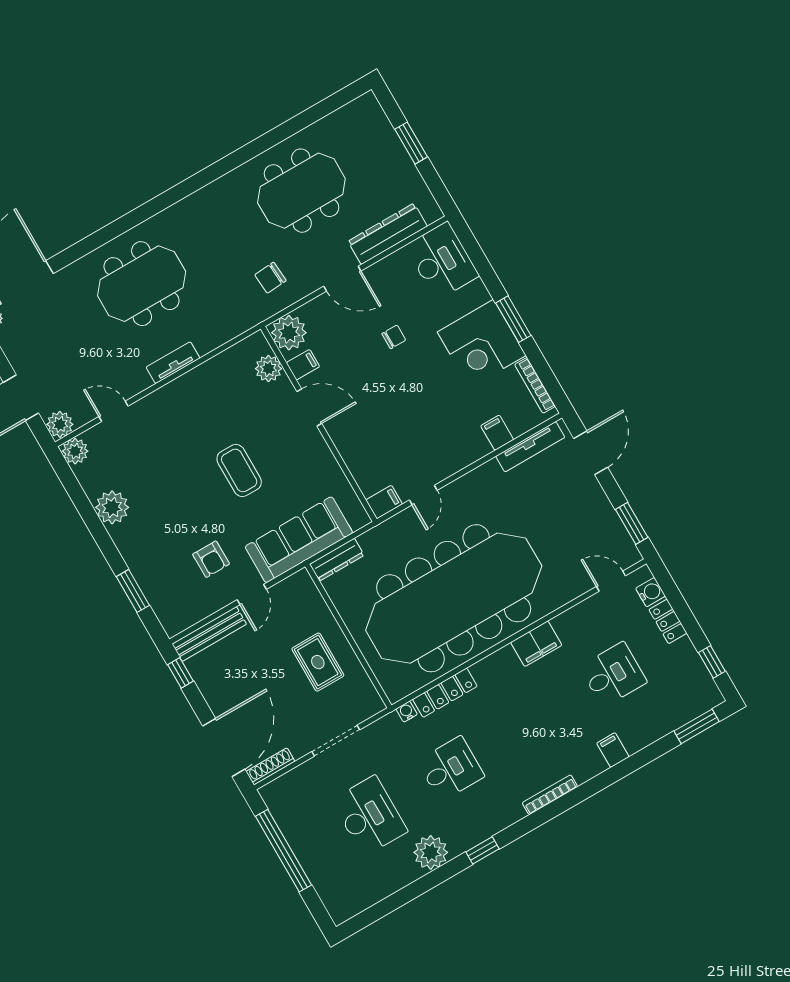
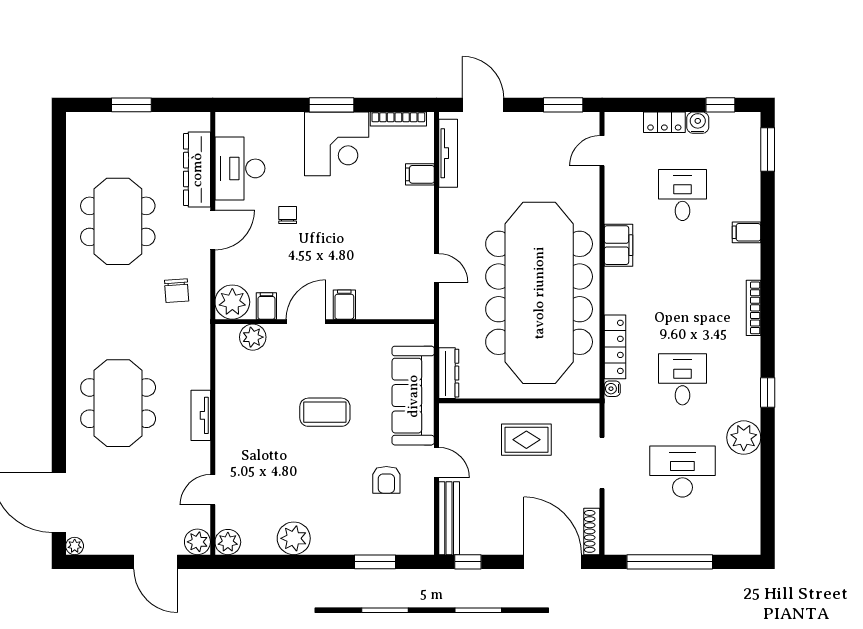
desk: (442, 261) -> (240, 168), moved, turned -90
filing cabinet: (384, 502) -> (344, 305), moved
armchair: (211, 559) -> (386, 480), turned 90
water cooler: (651, 592) -> (698, 123), moved

